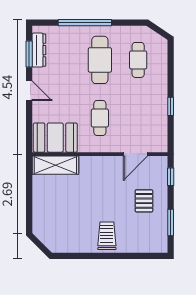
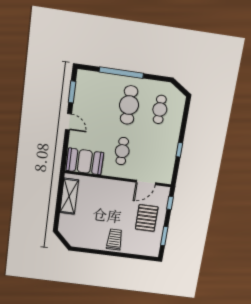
dresser: (39, 50) -> (80, 90), removed
shelving: (55, 165) -> (69, 196), moved, turned 90
pallet: (144, 201) -> (147, 218), width x1.50, depth x1.42

